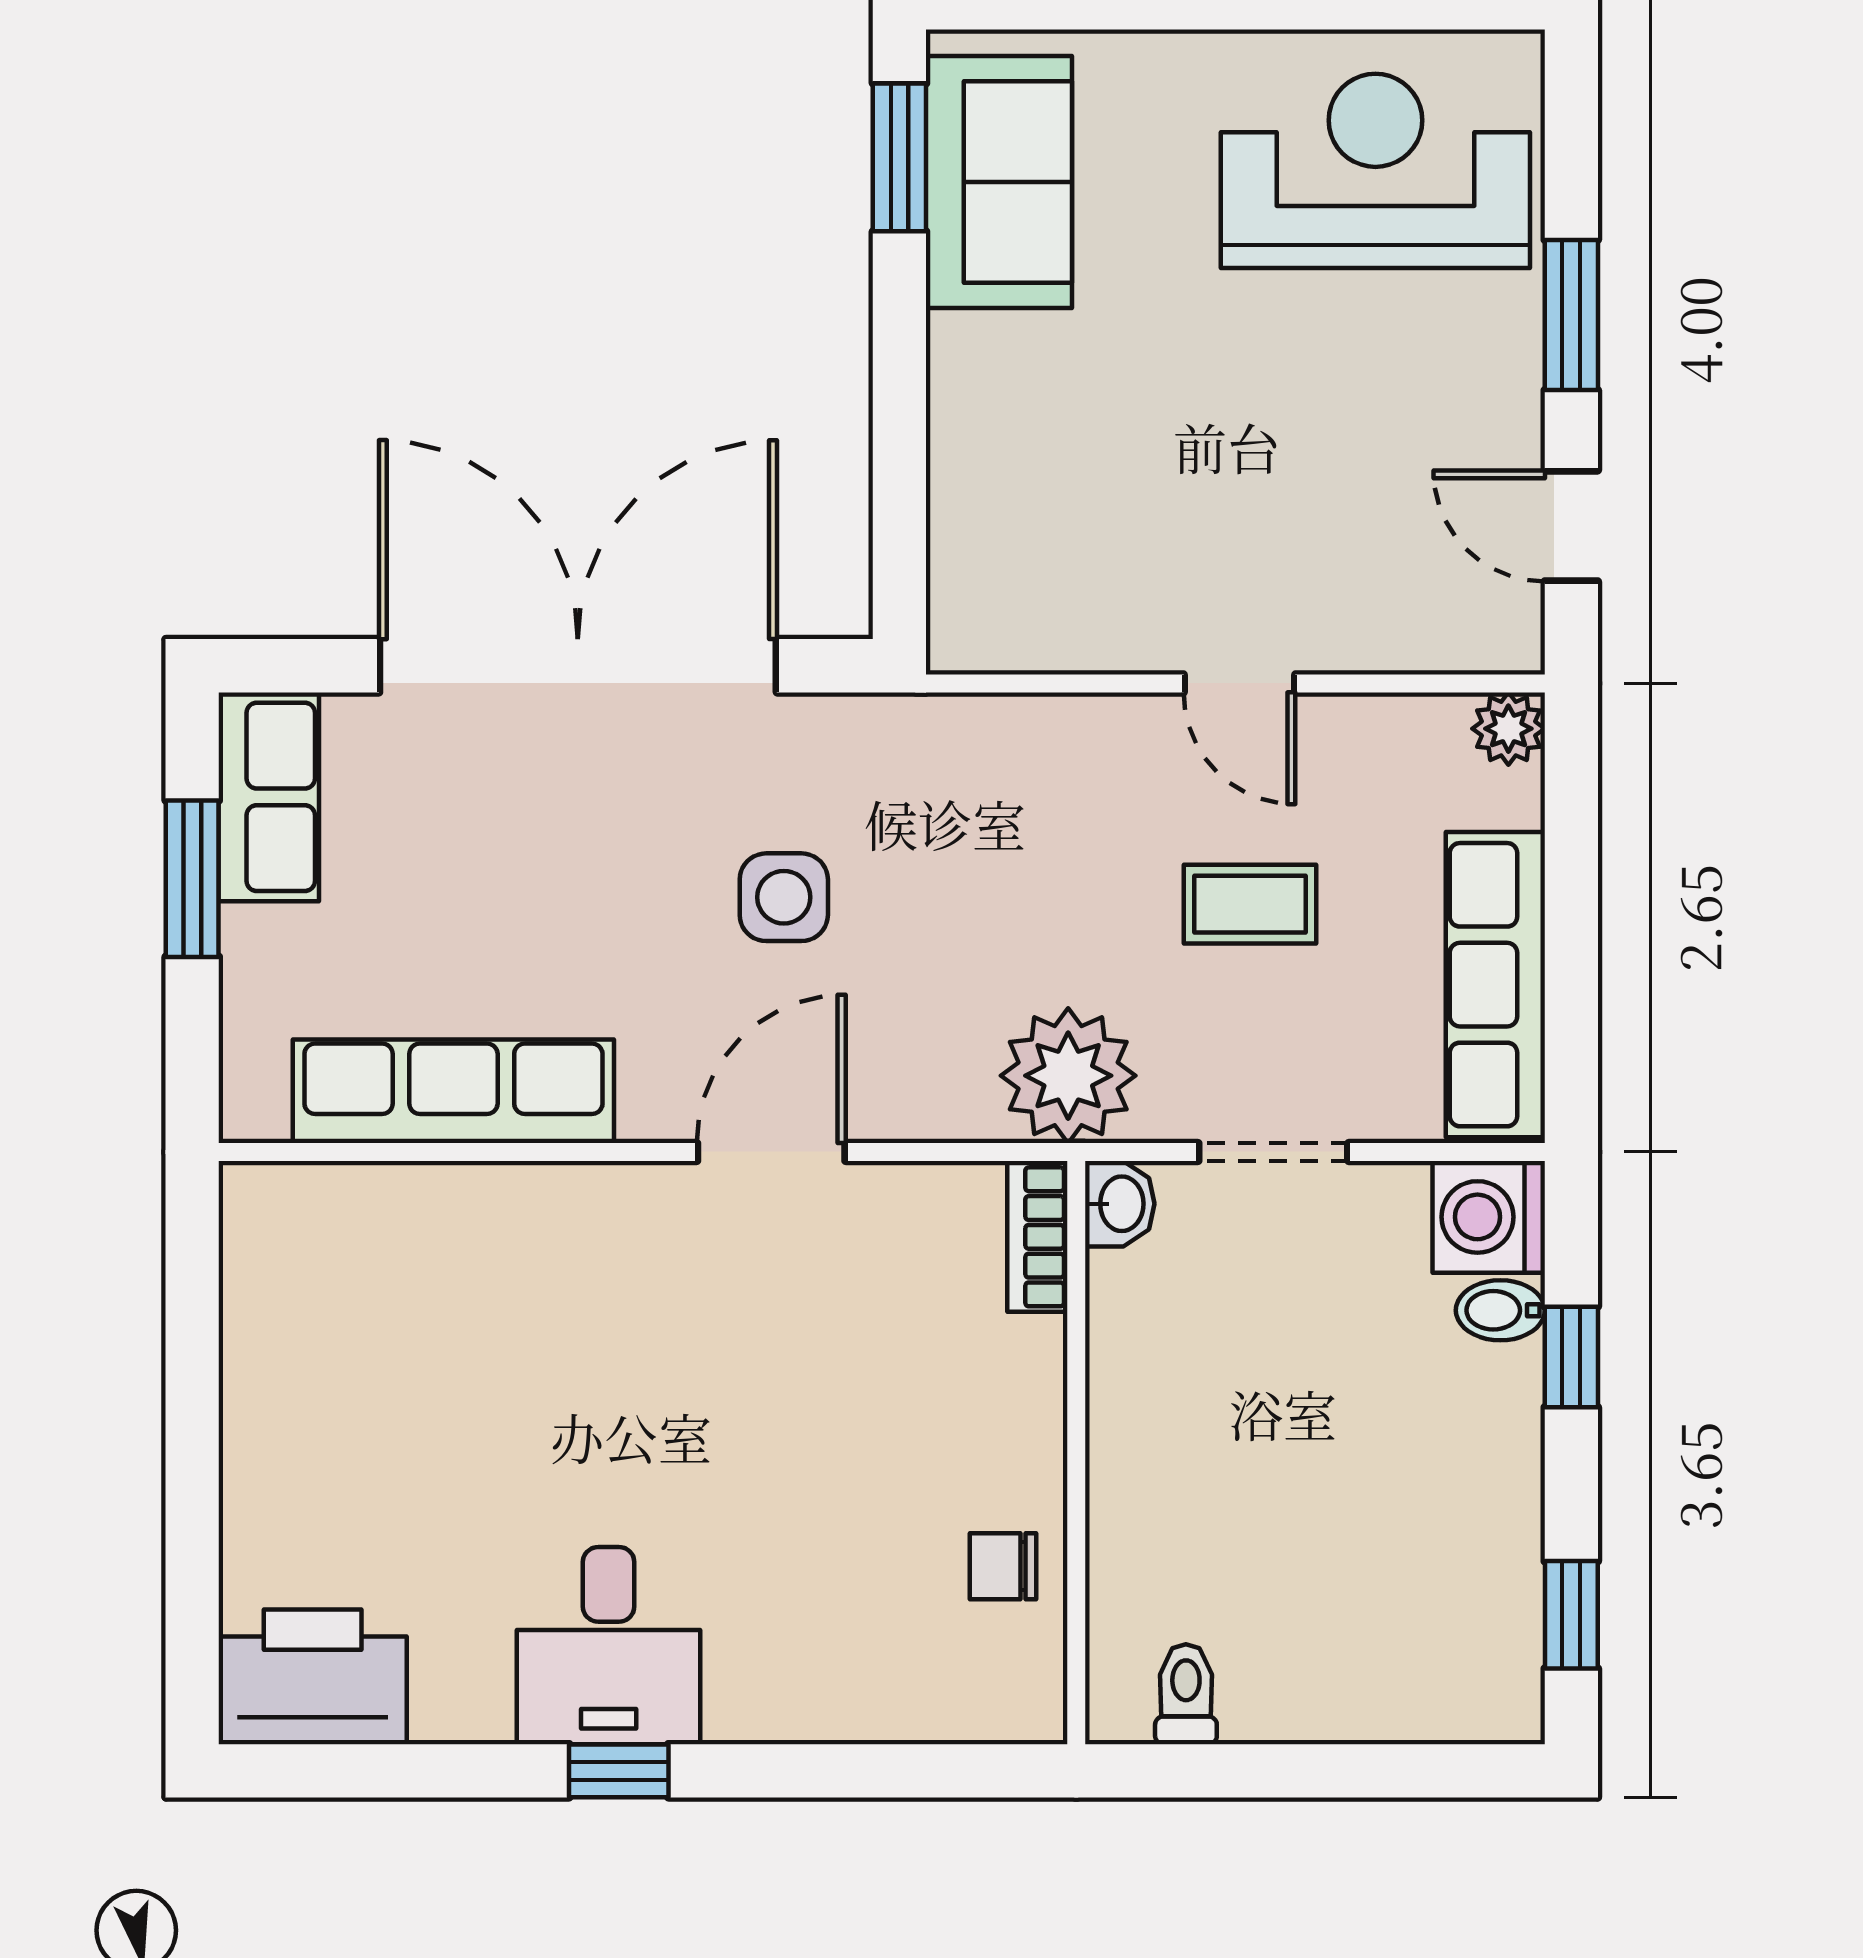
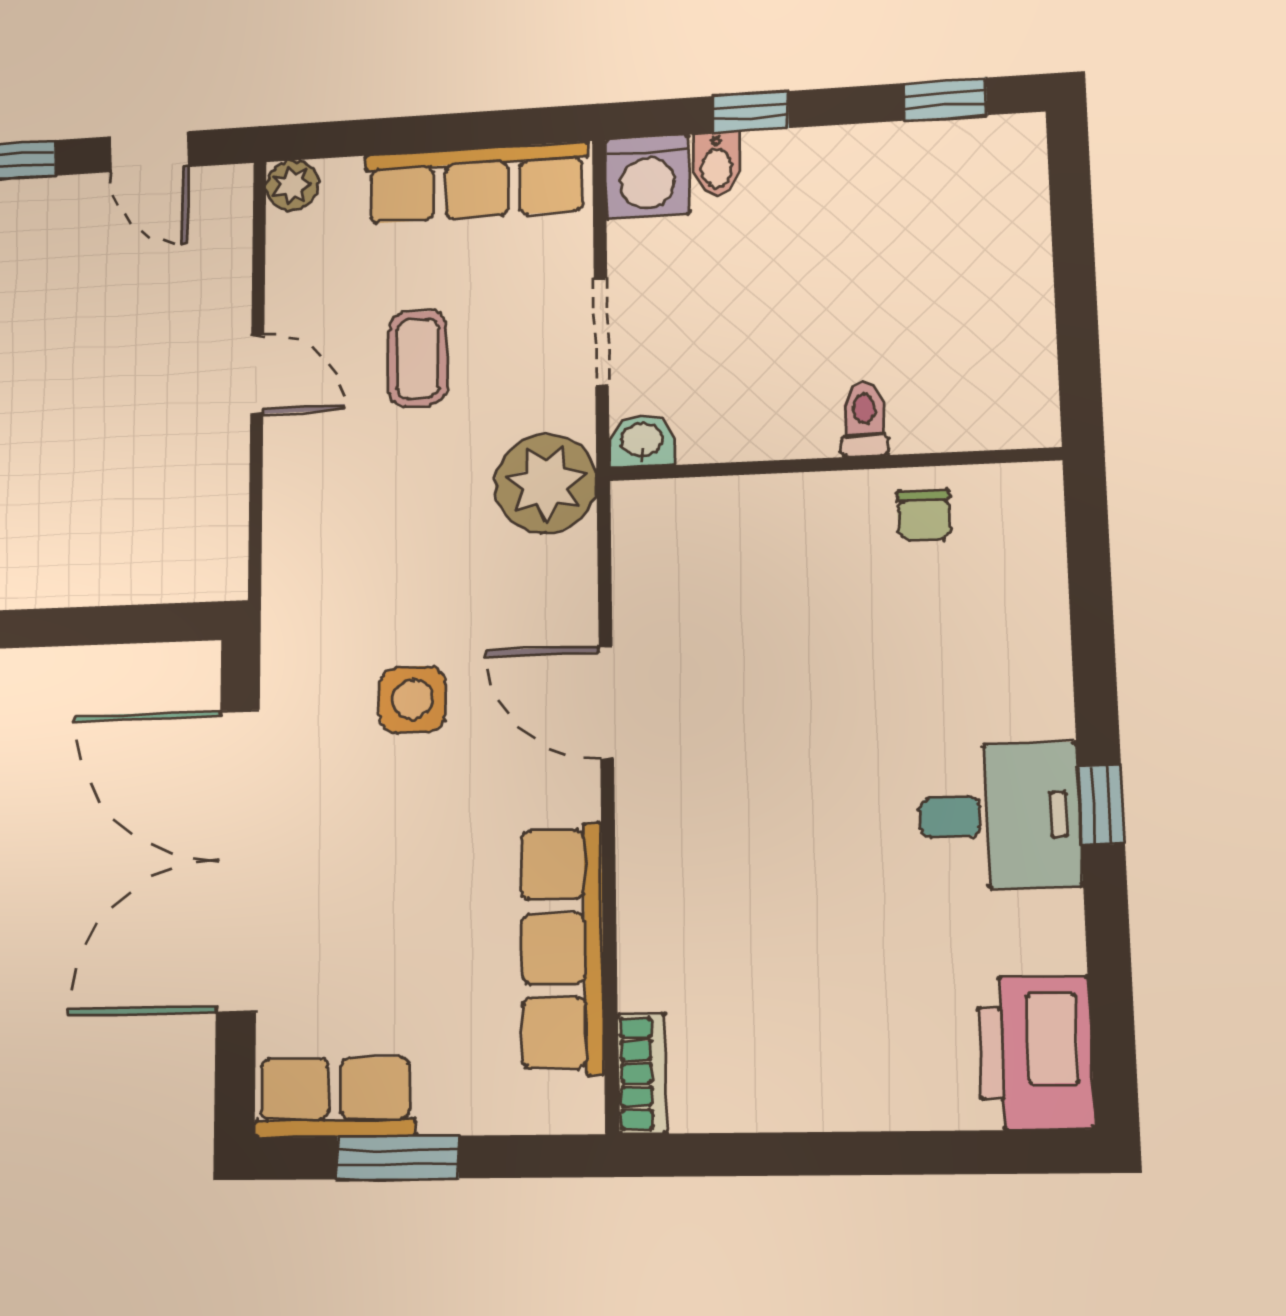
door: (1571, 526) -> (149, 152), hinge flipped
door: (1240, 683) -> (257, 375), hinge flipped
bookcase: (1037, 1237) -> (642, 1074), moved, turned -90
toilet: (1186, 1694) -> (864, 419), moved, turned 90

